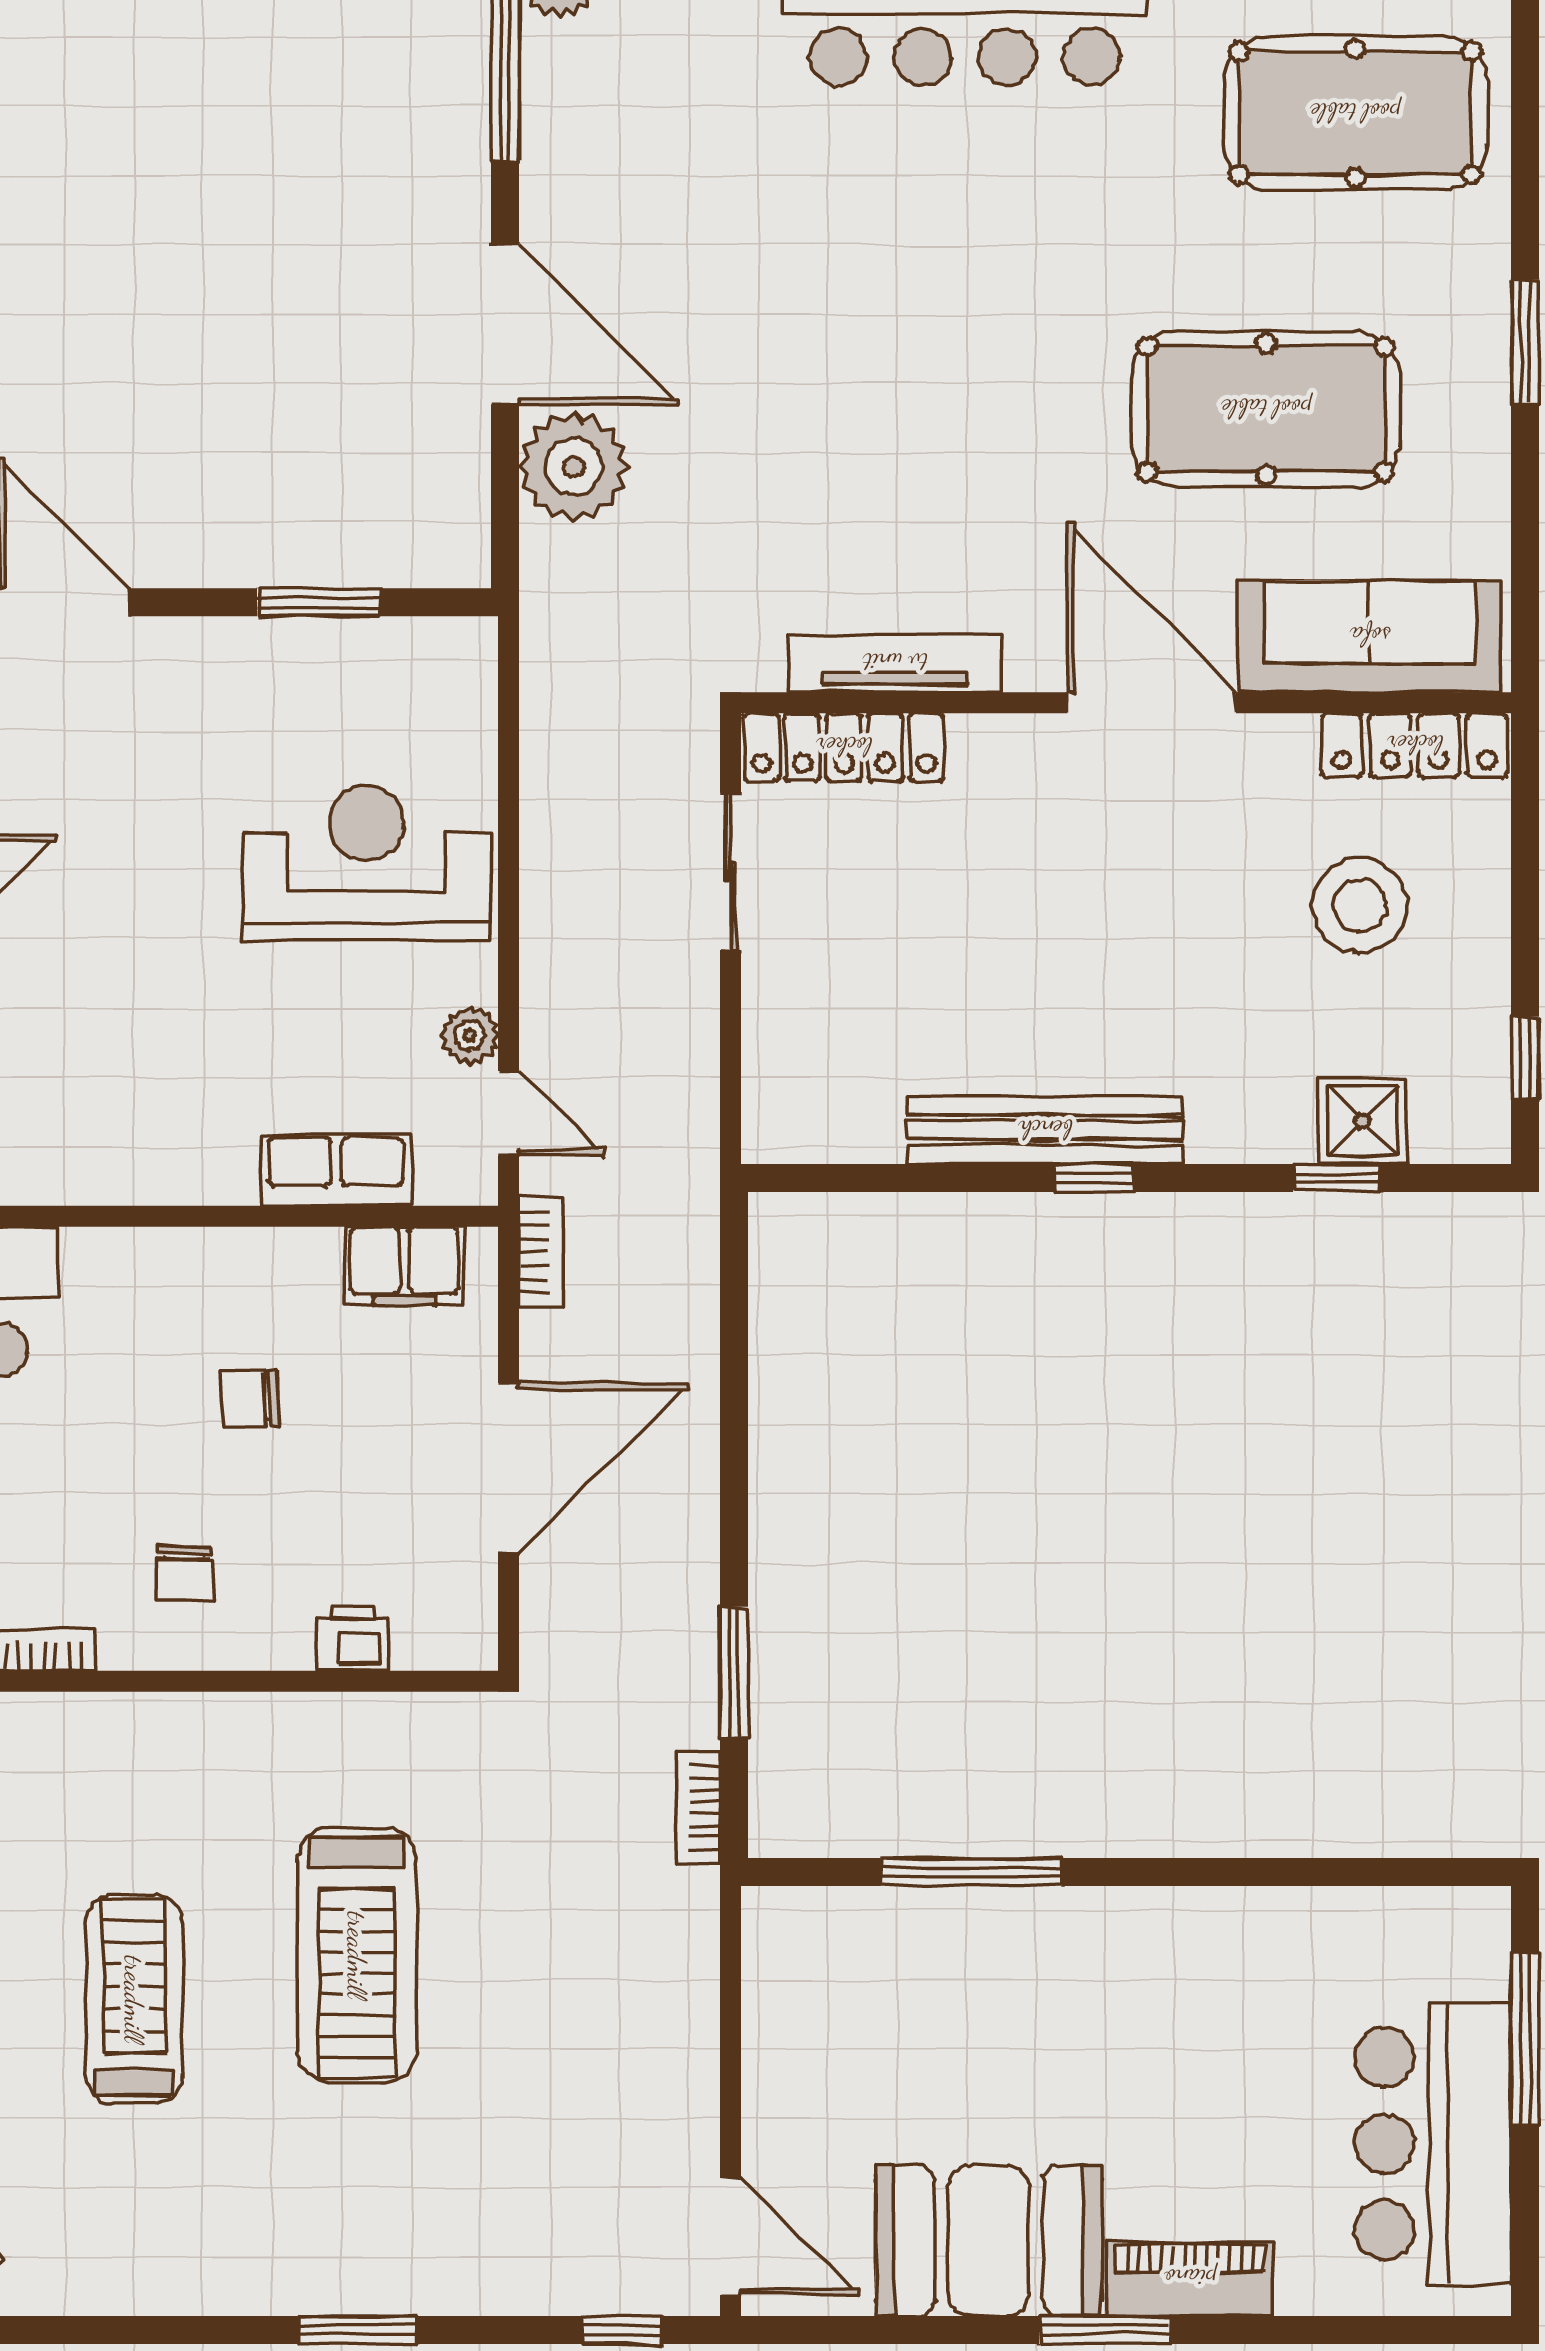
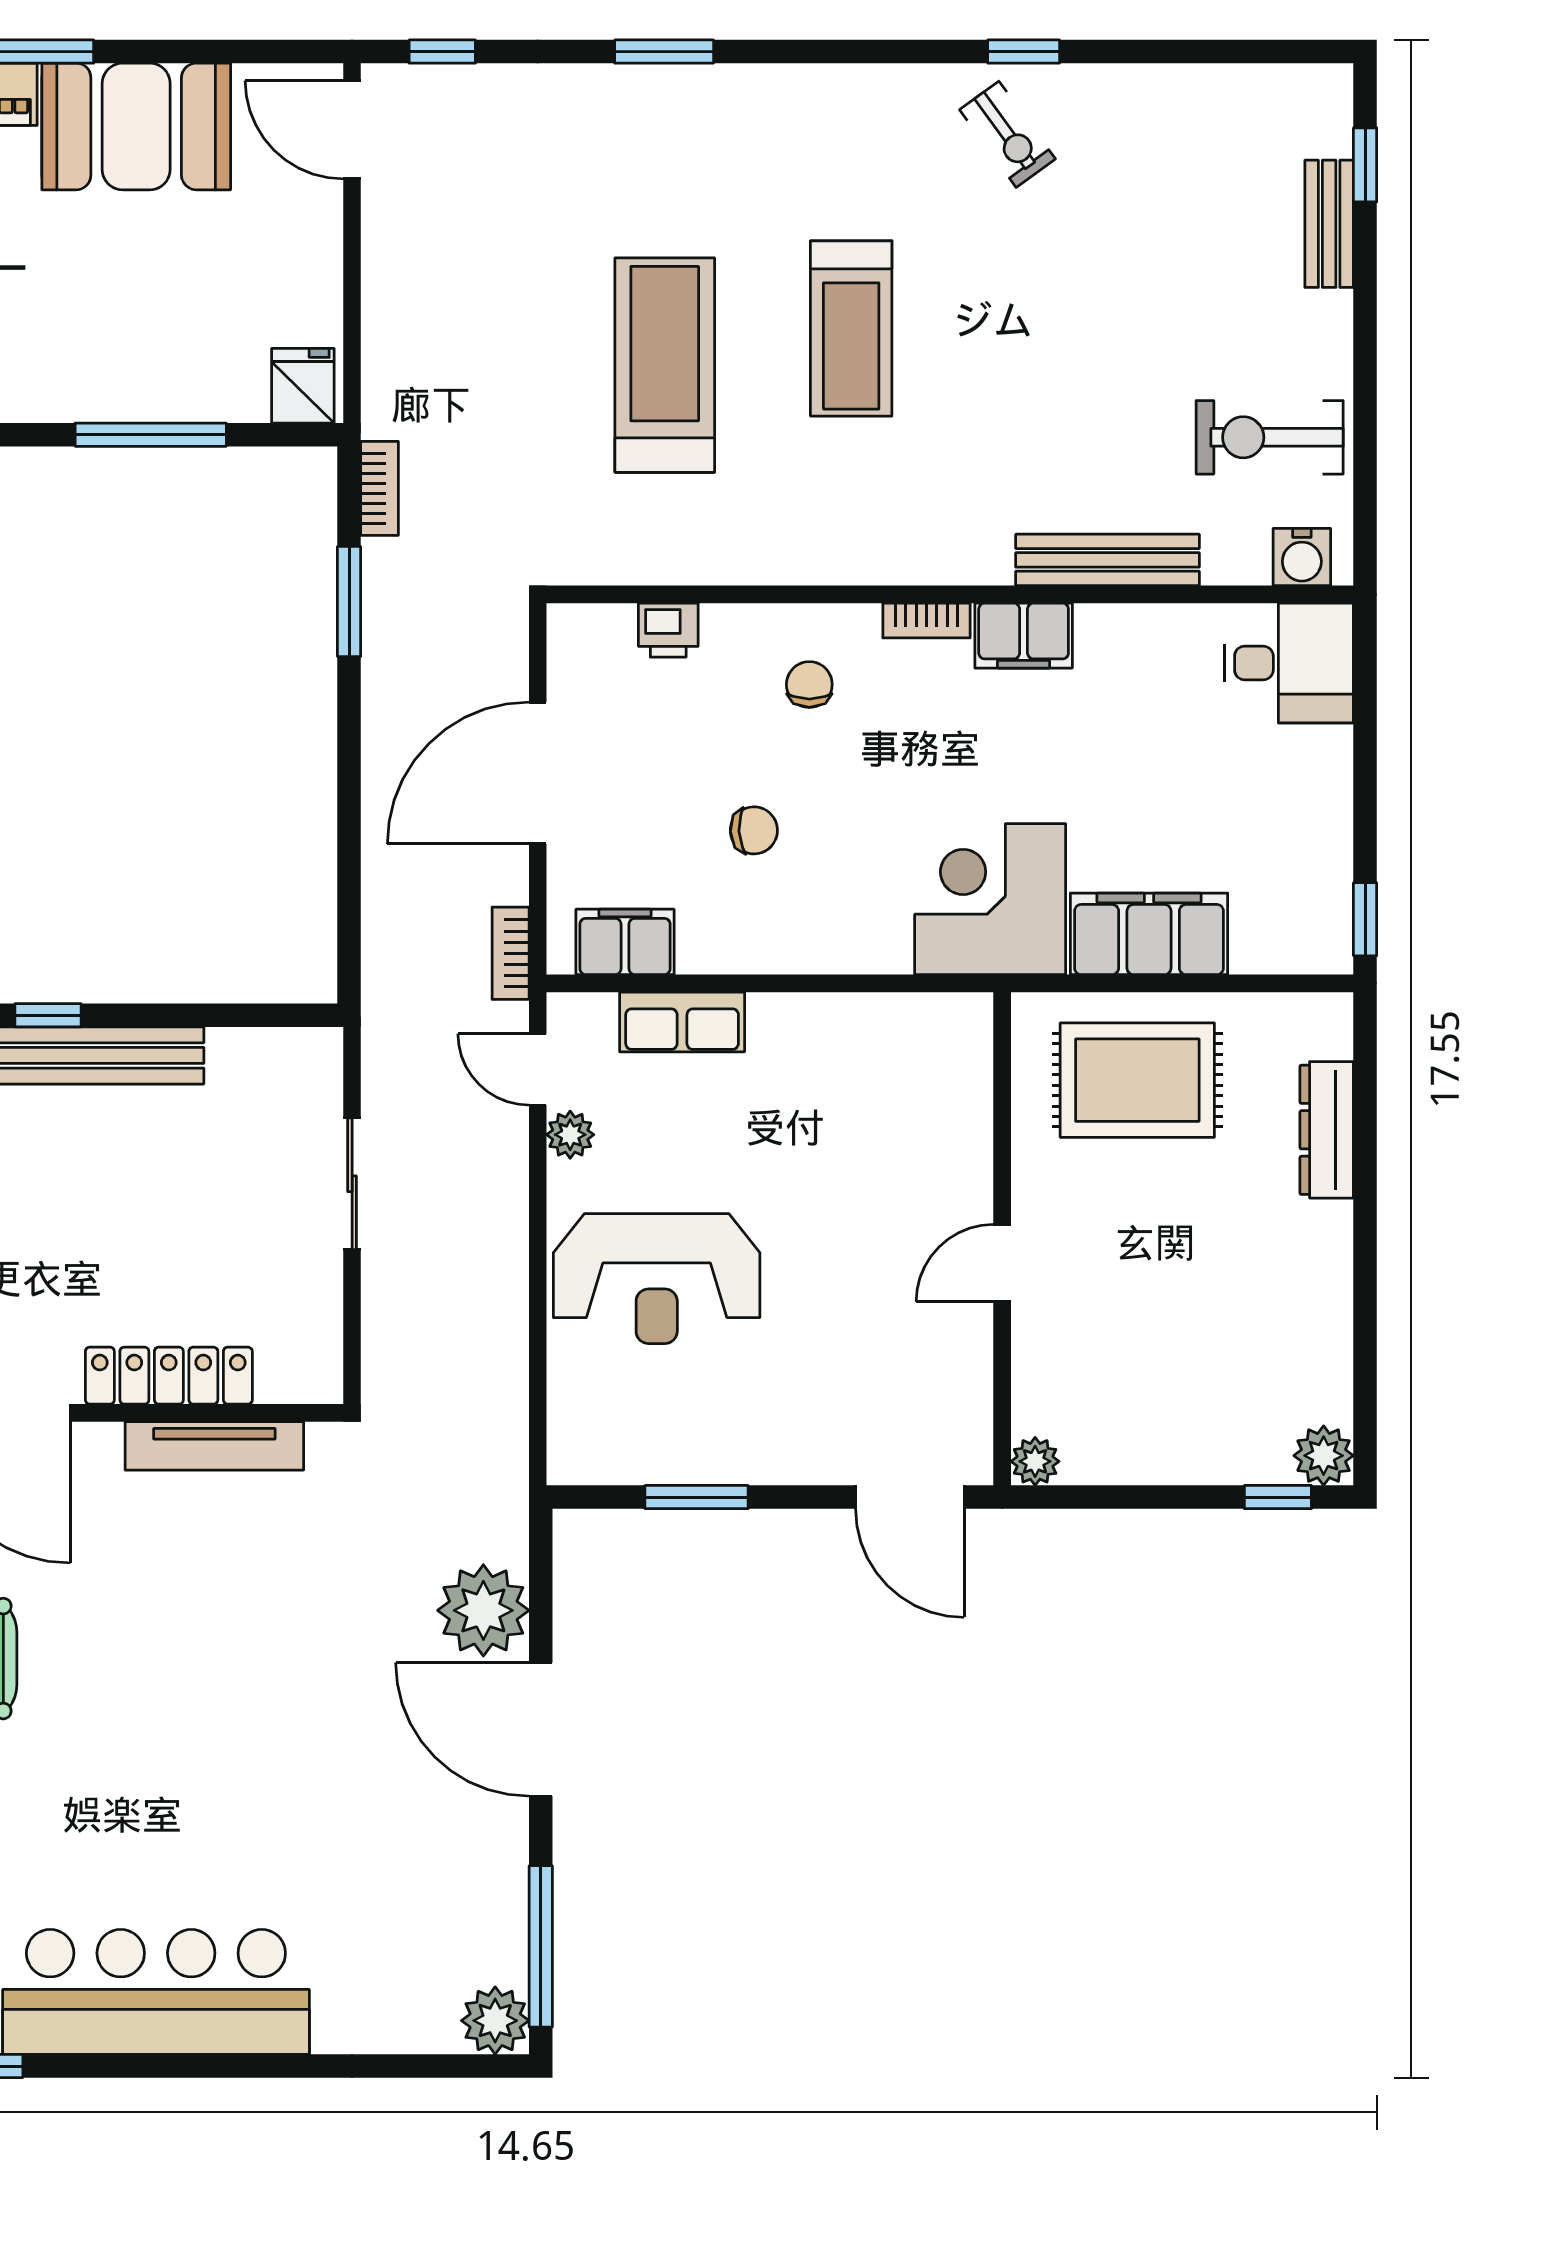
locker: (844, 747) -> (169, 1376), moved
sliding door: (731, 871) -> (352, 1184), moved
fridge: (789, 1930) -> (303, 386), added

